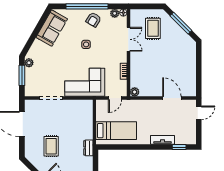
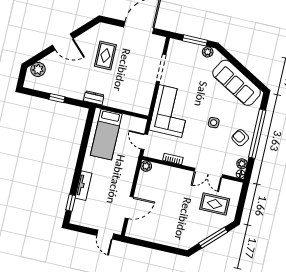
sofa: (52, 28) -> (237, 83), width x1.36
rug: (51, 146) -> (105, 55), turned 90

